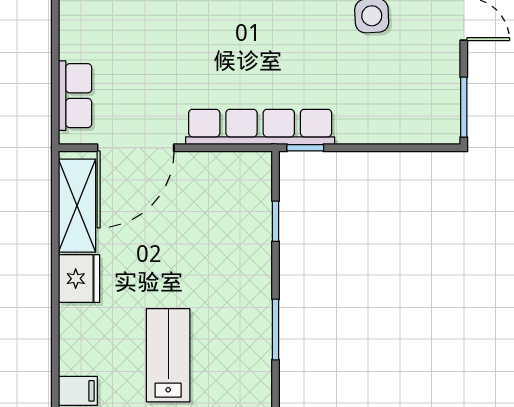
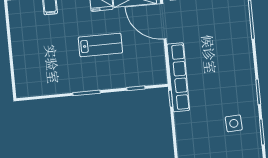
lab bench: (168, 355) -> (100, 45), moved

